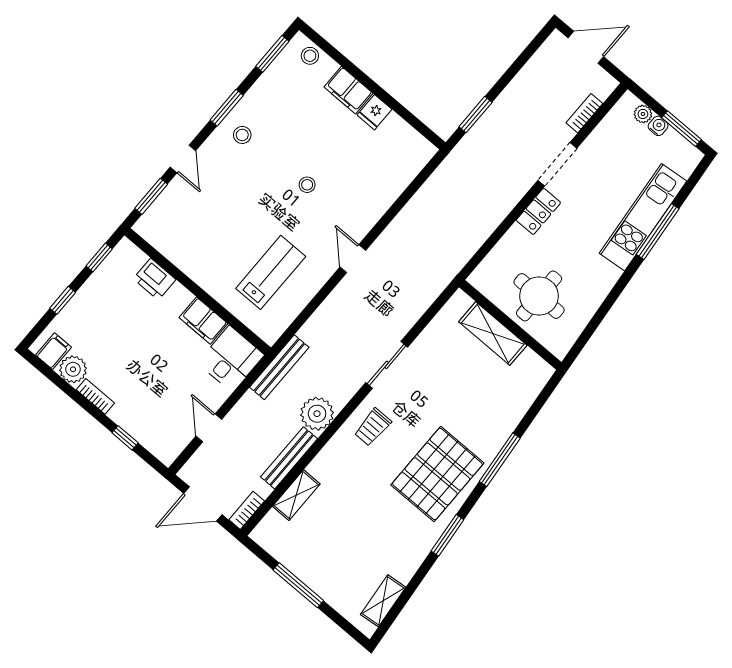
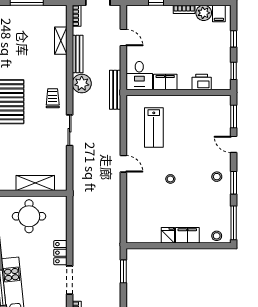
window: (272, 54) -> (234, 223), width x1.44

